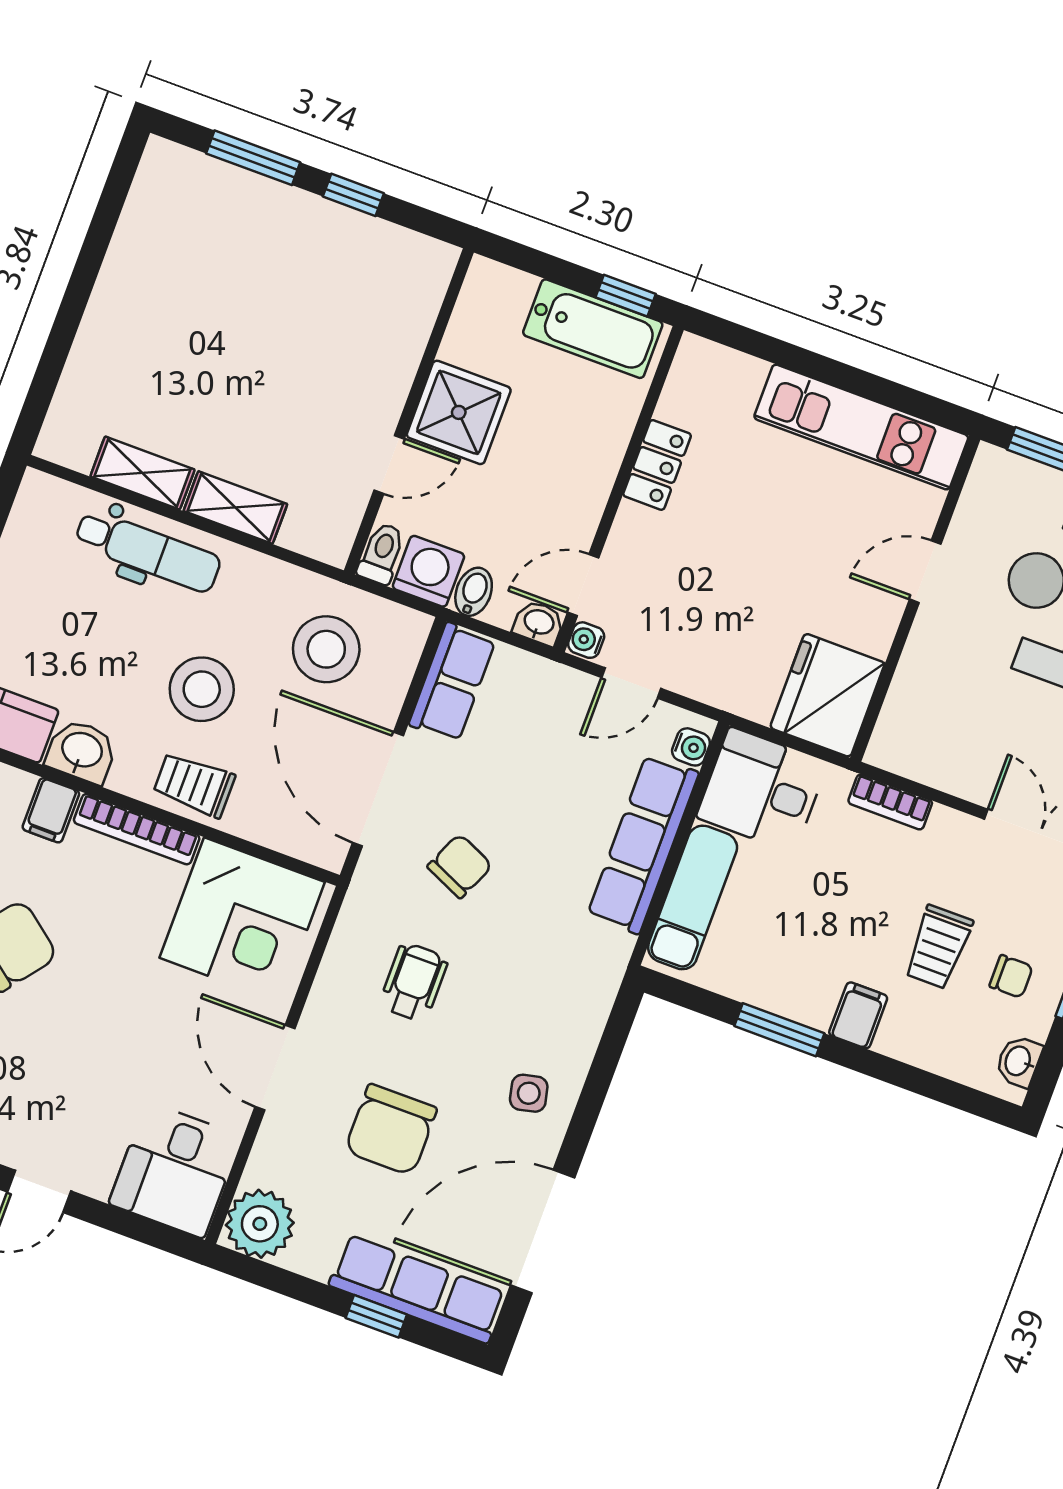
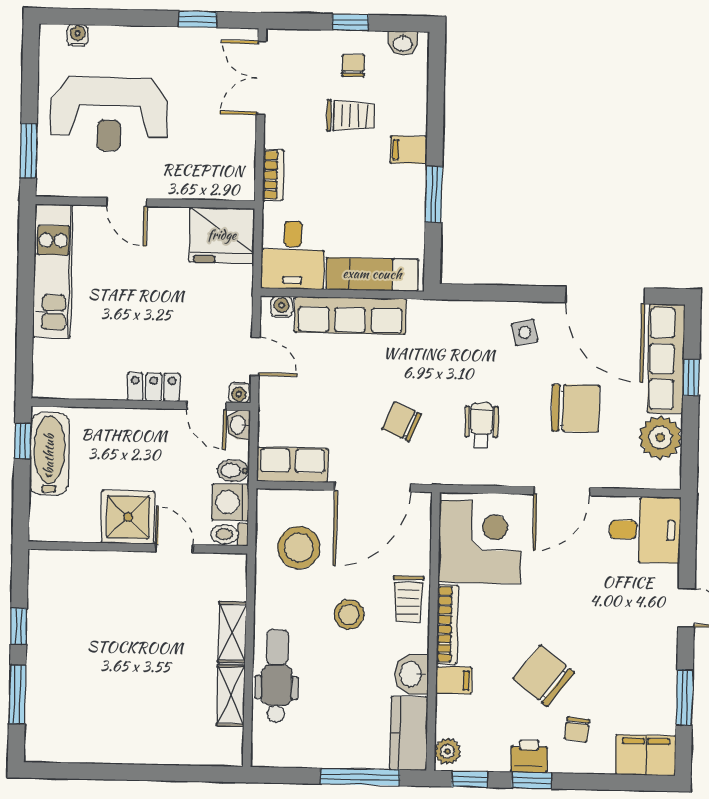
locker: (657, 465) -> (154, 387), moved
stool: (202, 689) -> (349, 614), width x0.73, depth x0.73
wheelchair: (414, 982) -> (482, 425), turned 90
plant: (260, 1224) -> (660, 437), moved

